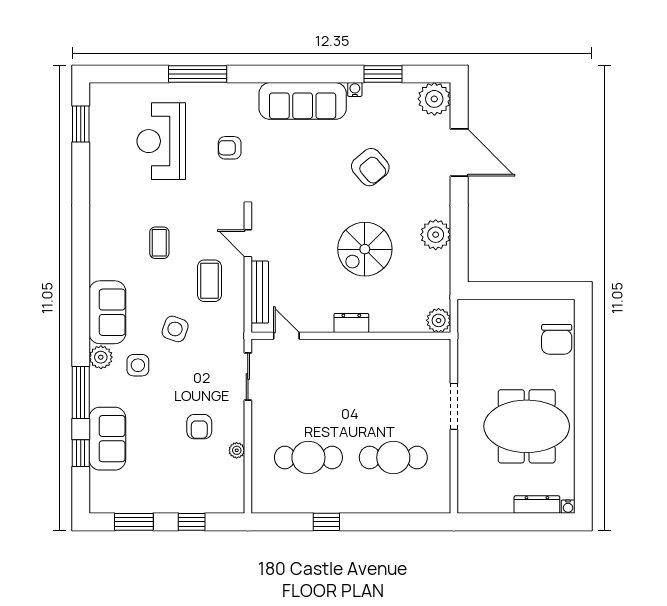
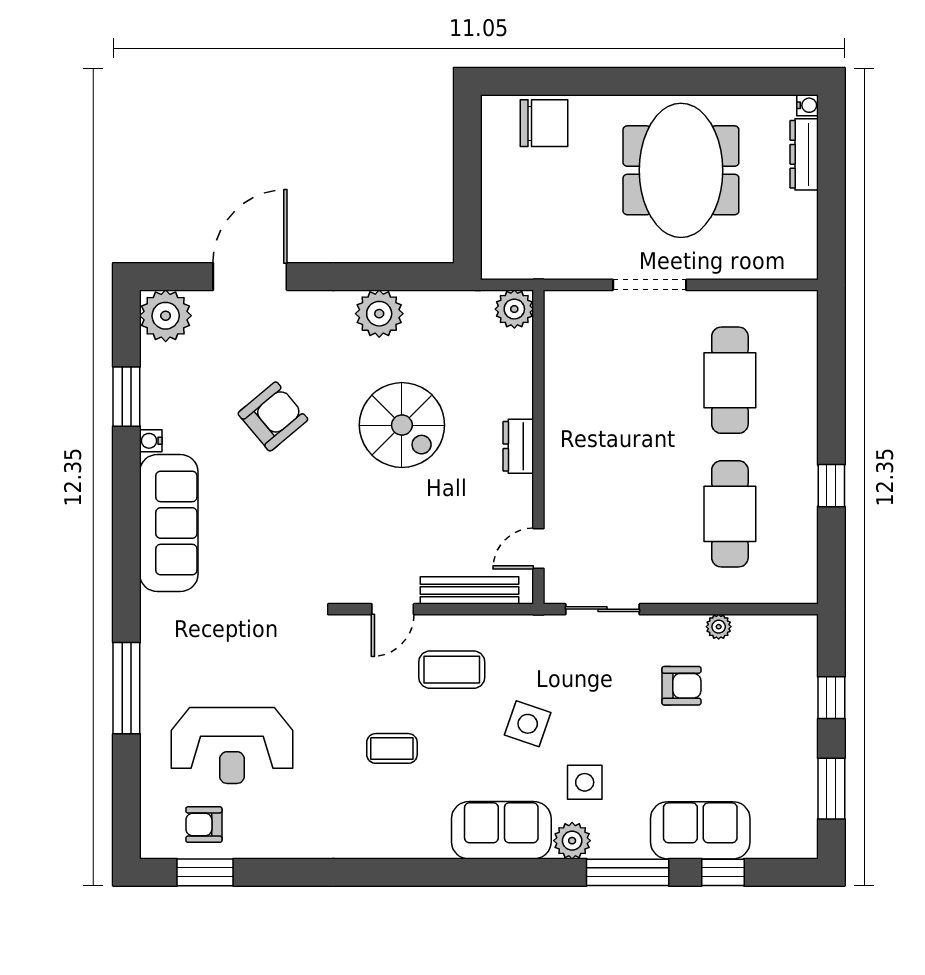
armchair: (230, 148) -> (204, 825), moved, turned 90

